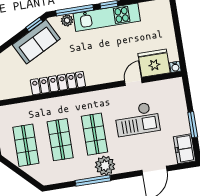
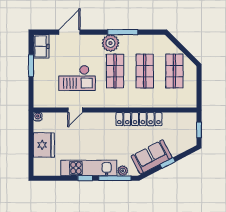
window: (34, 25) -> (168, 163), moved
fridge: (154, 63) -> (44, 145), moved, turned -90
checkout: (137, 119) -> (77, 78), turned 180

